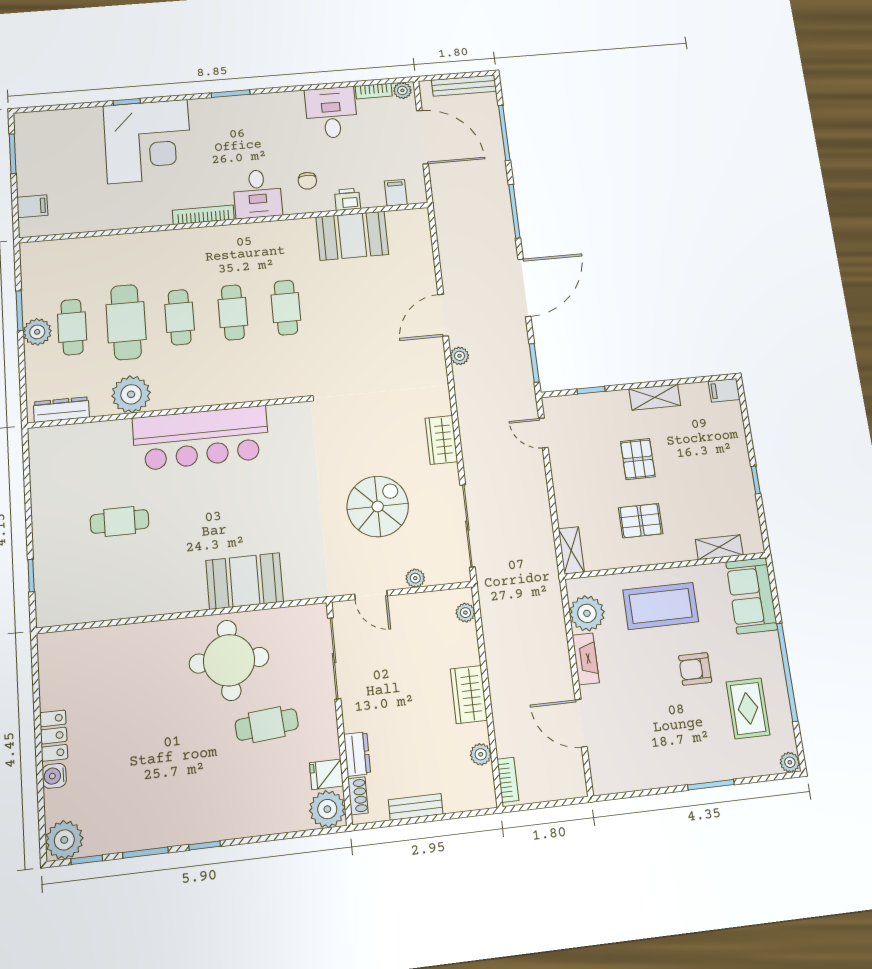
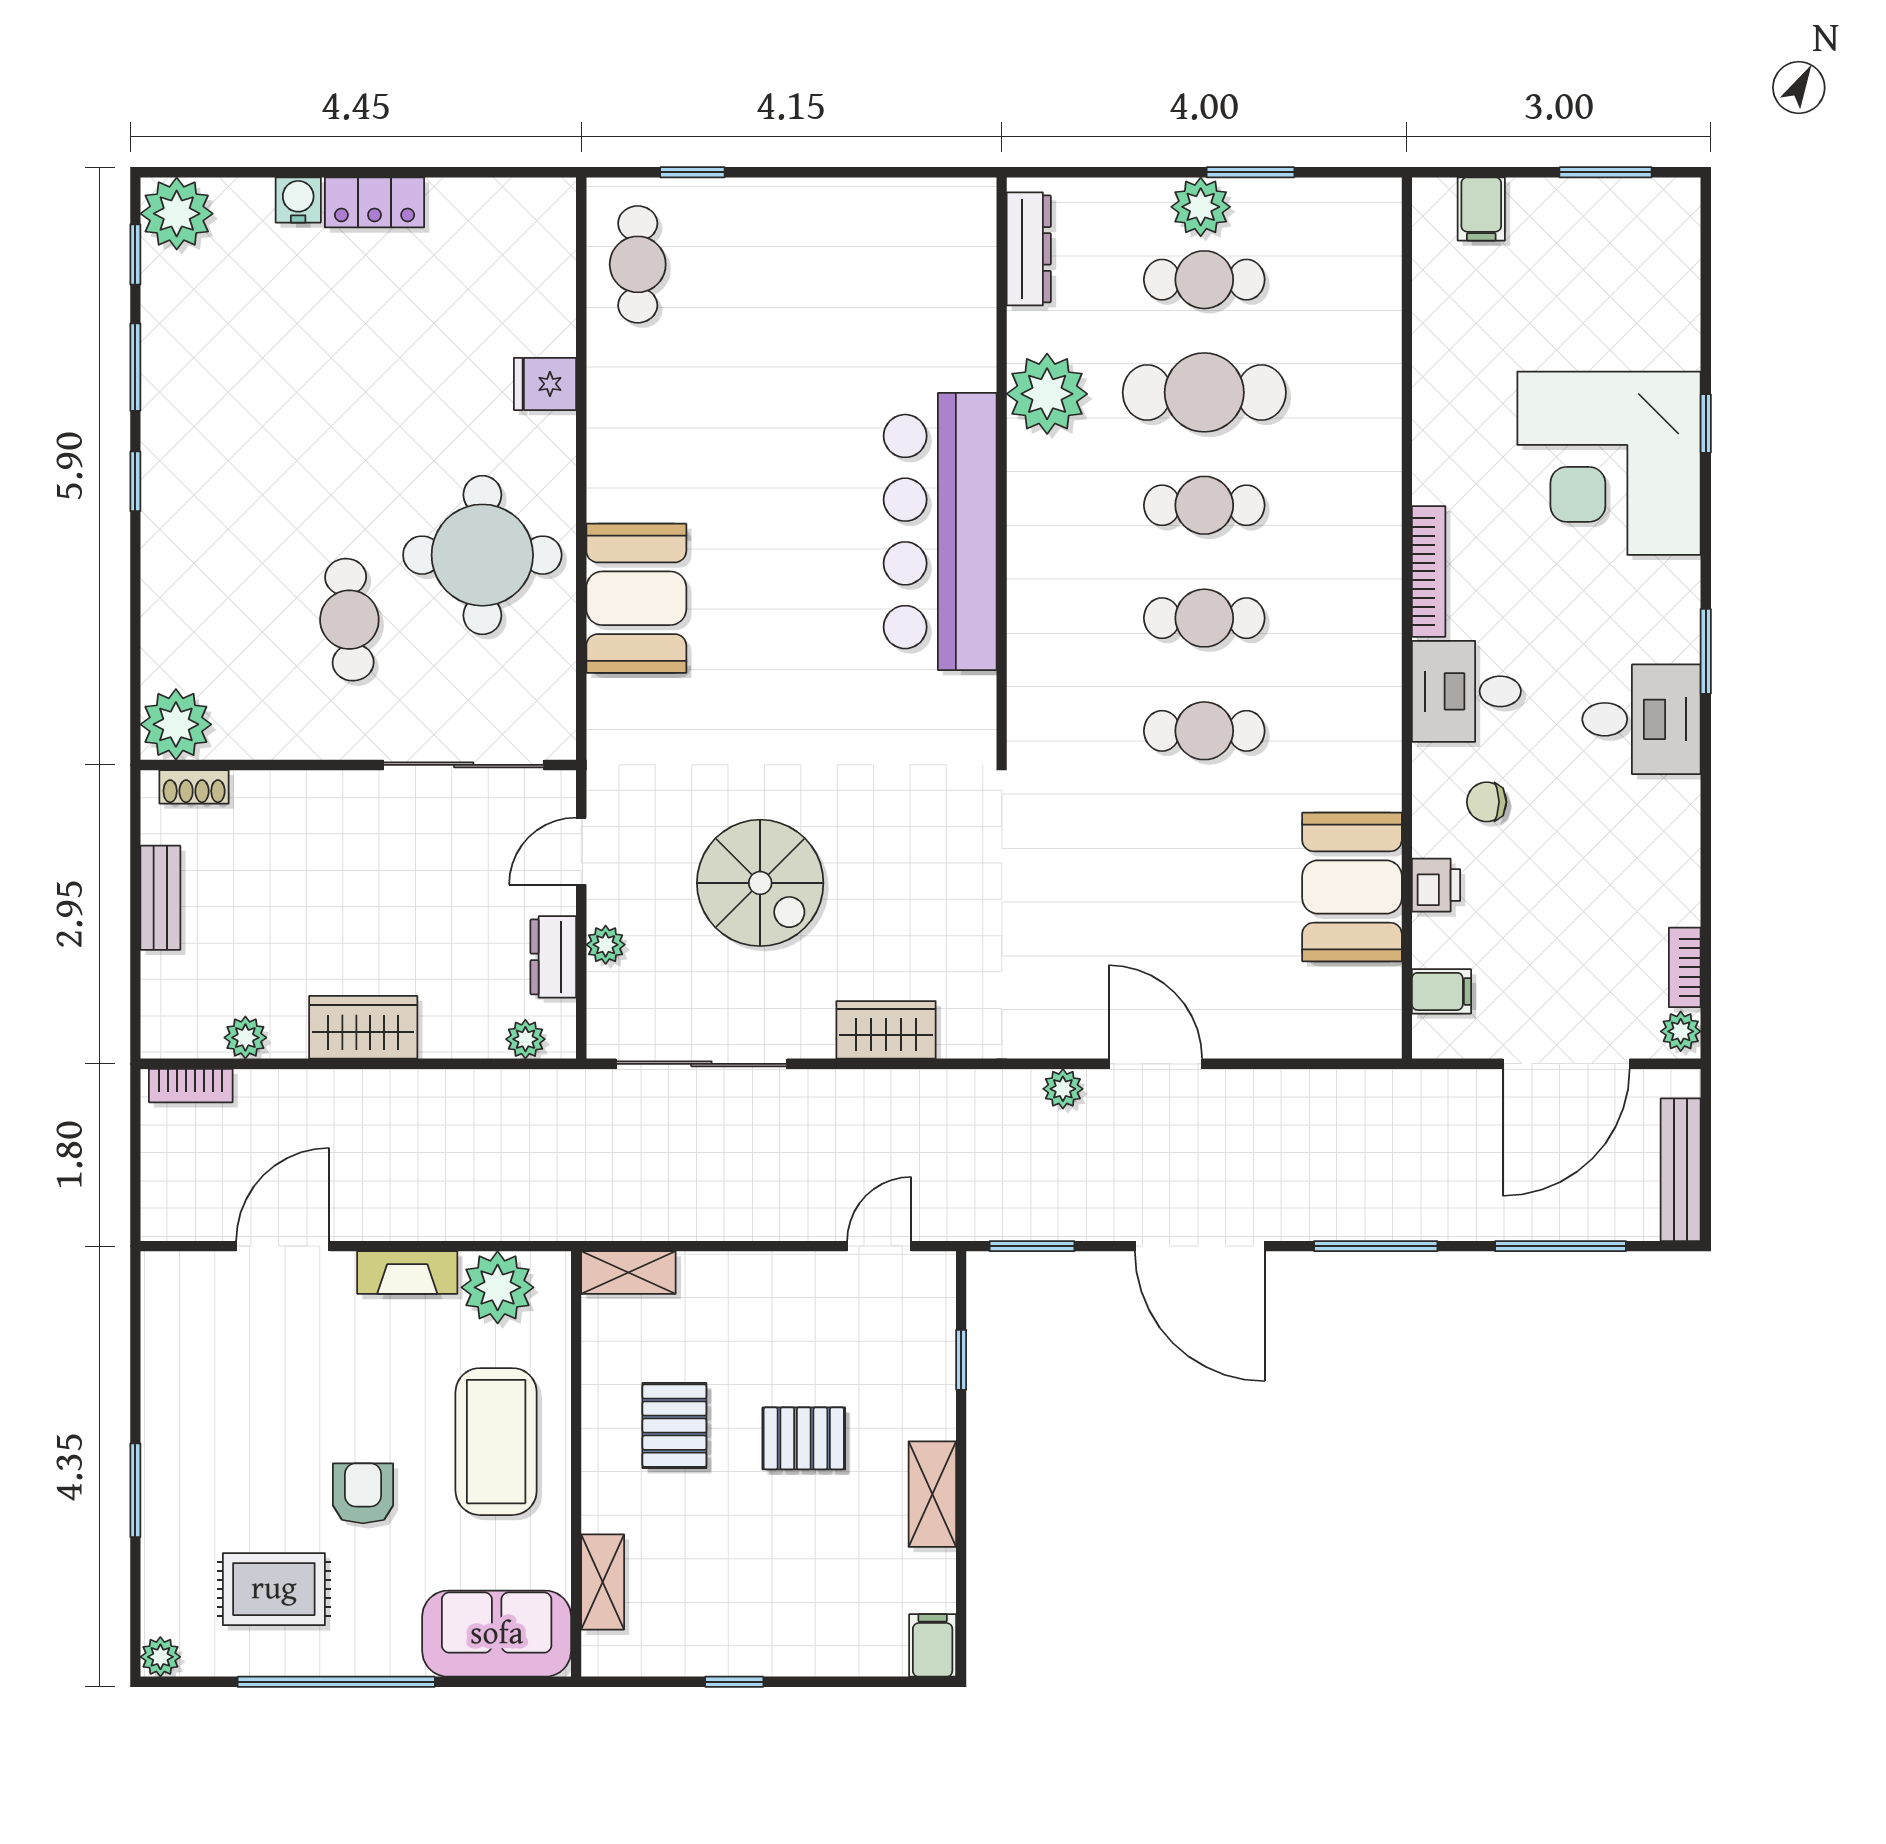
desk: (331, 113) -> (1641, 719), moved
cafe table: (120, 521) -> (638, 264), moved
dresser: (357, 754) -> (553, 957), moved, turned 90
fridge: (326, 774) -> (545, 384), moved, turned -90

